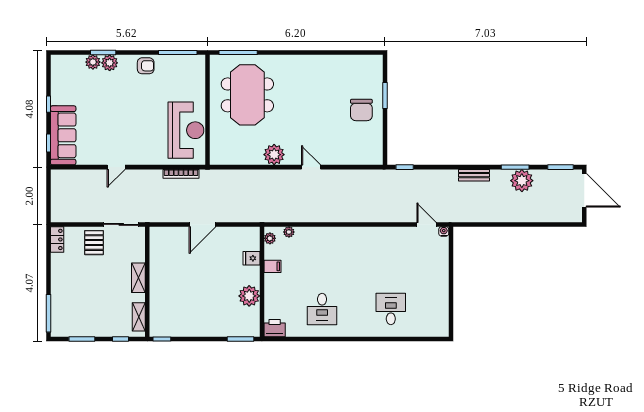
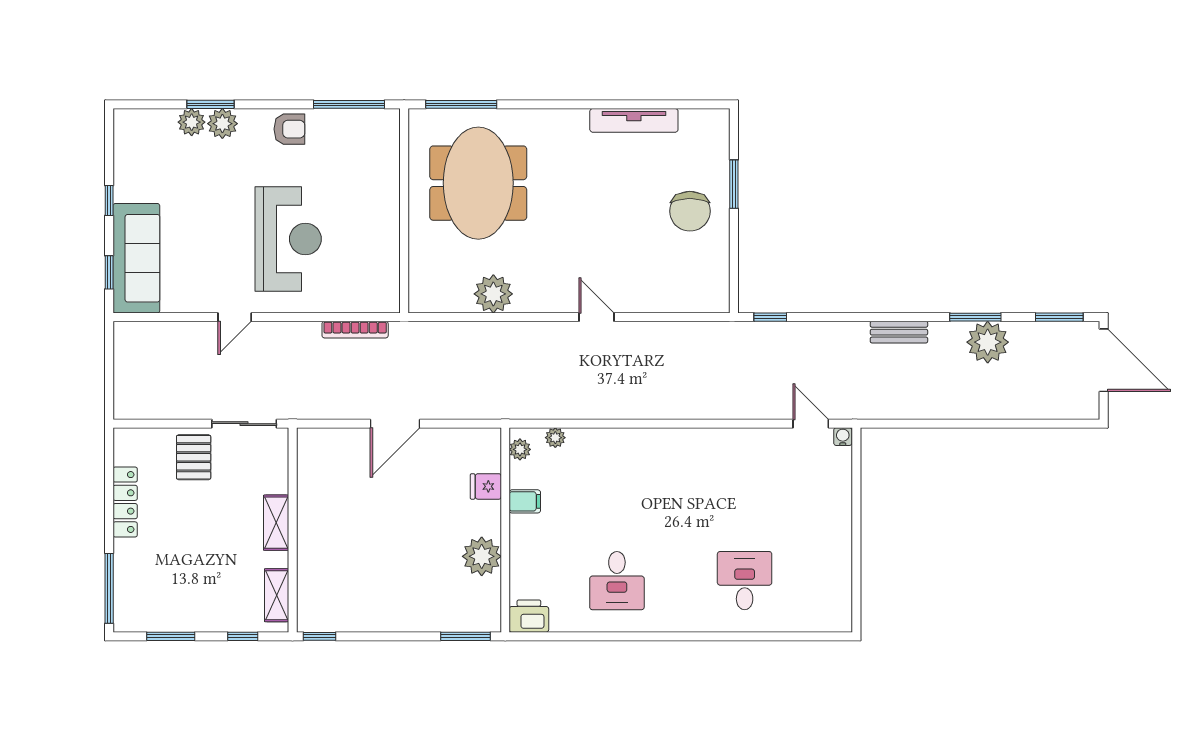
tv unit: (331, 61) -> (634, 120), added
reception desk: (186, 130) -> (288, 239), moved
plant: (274, 155) -> (493, 294), moved
locker: (57, 239) -> (125, 502), moved, width x1.53

